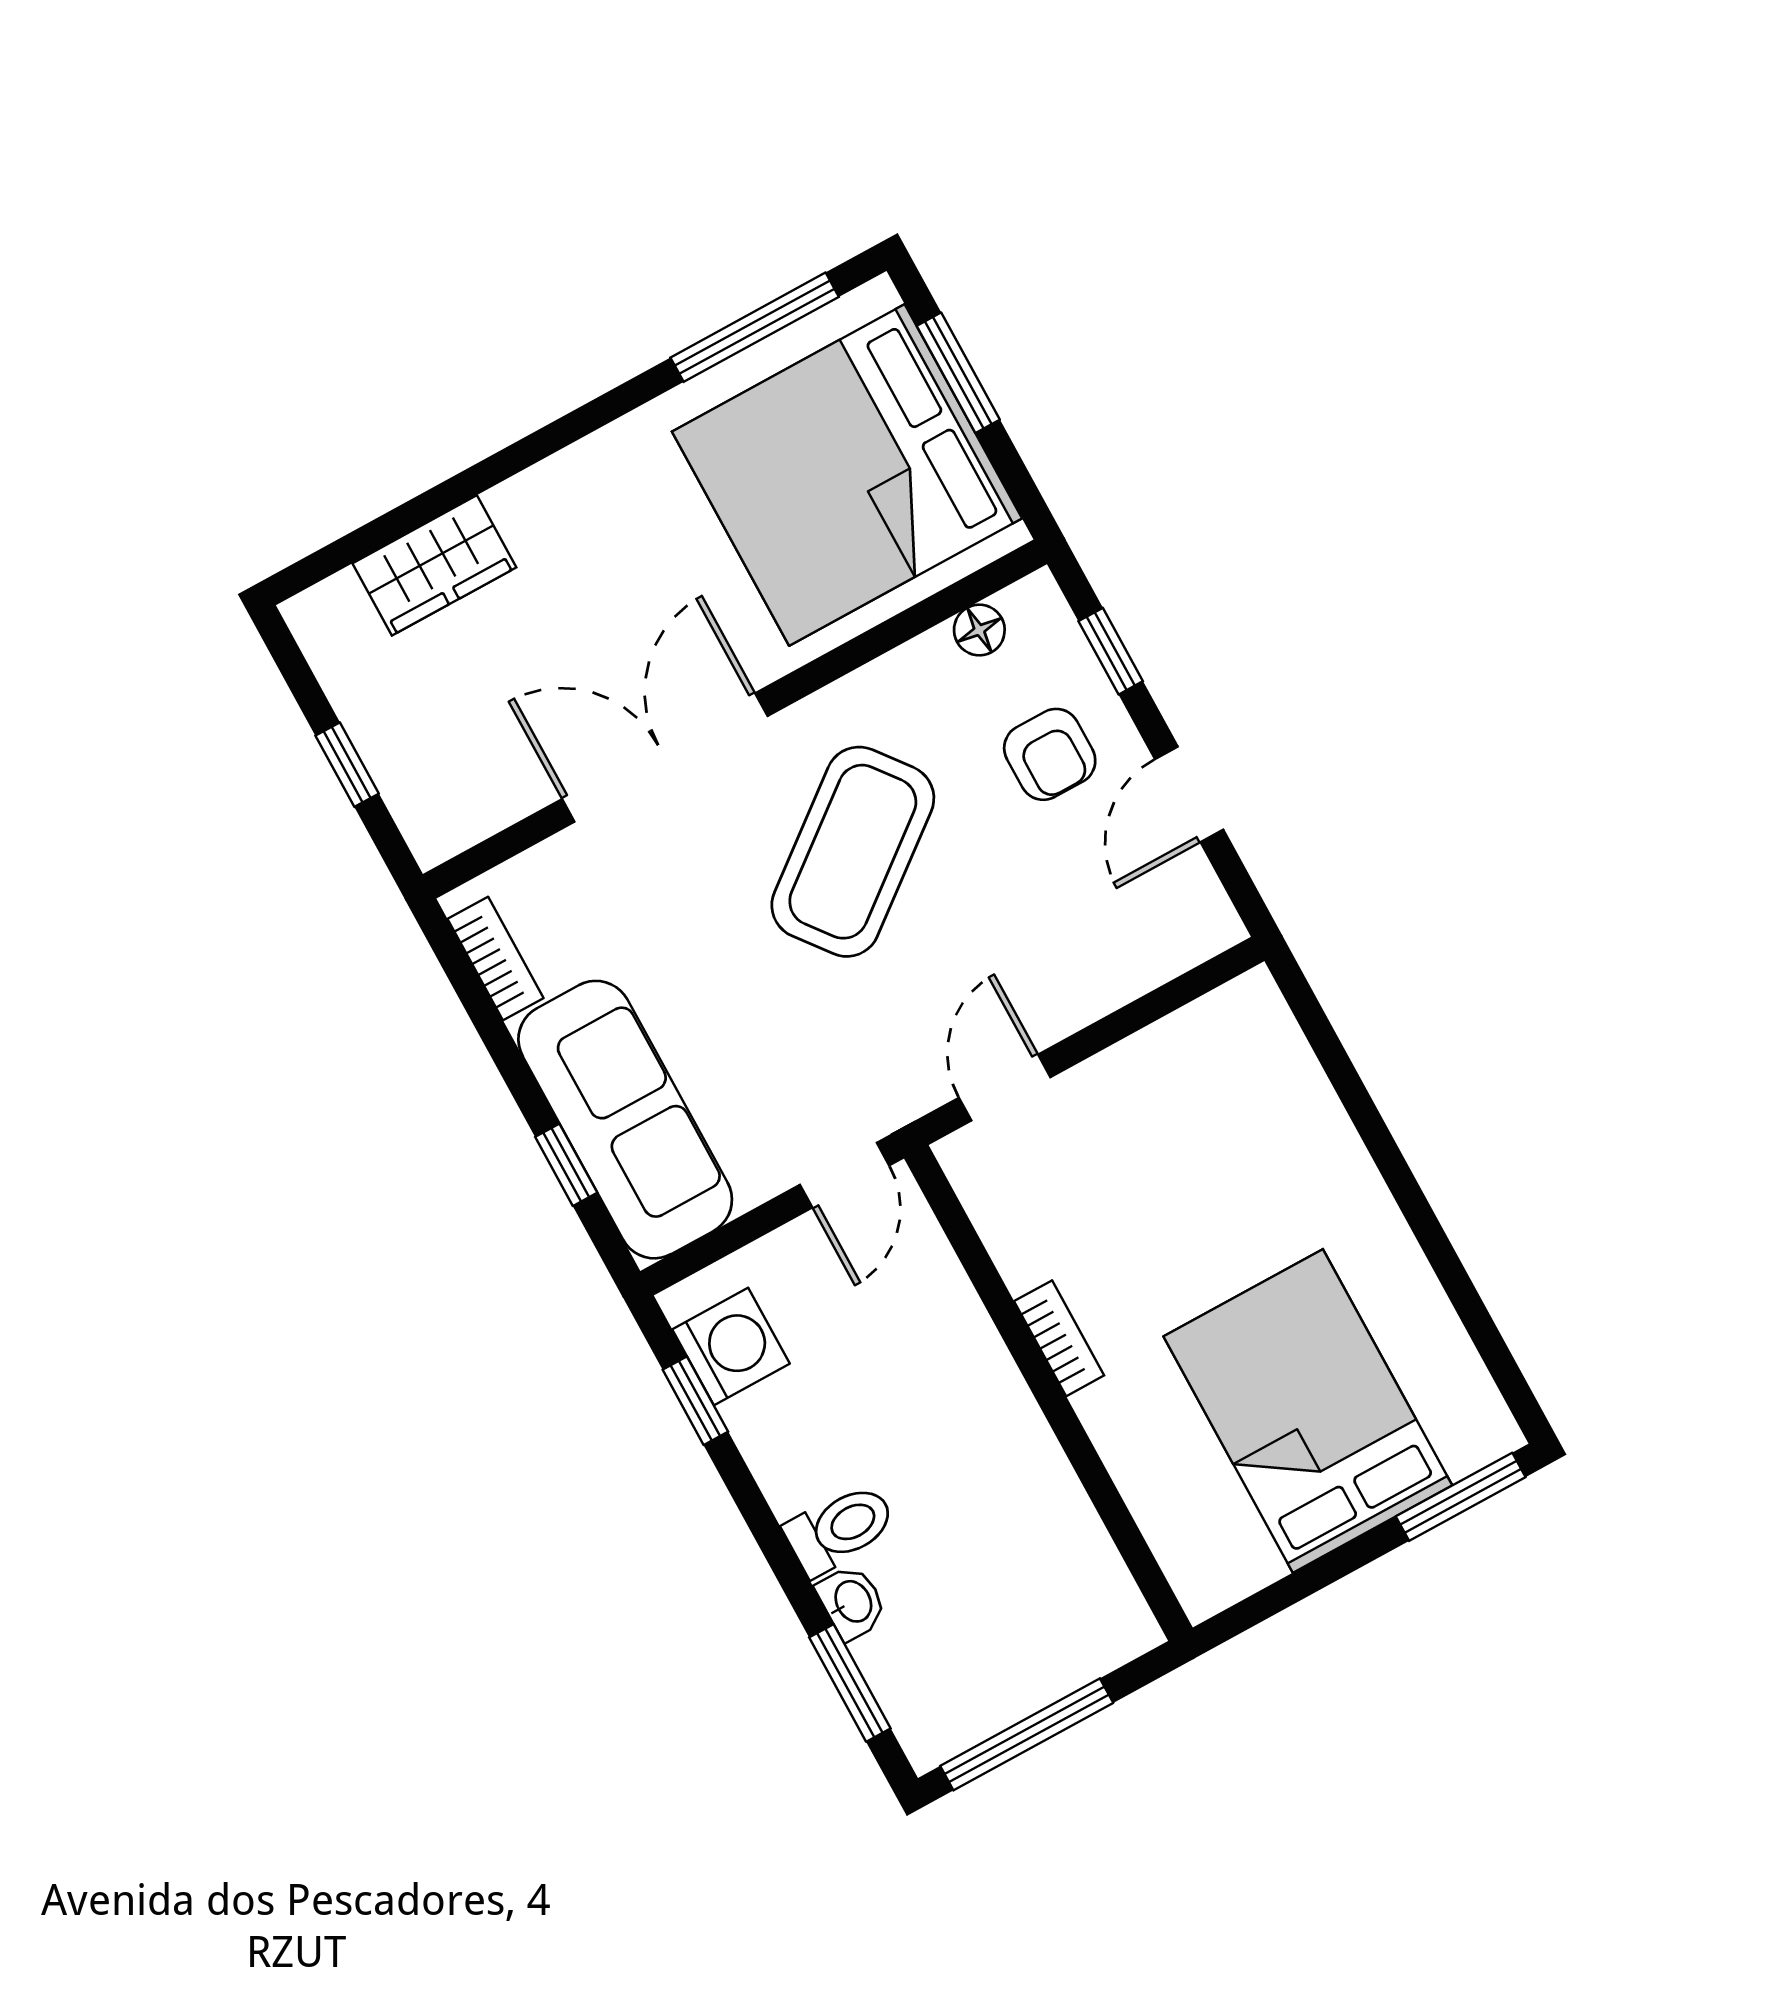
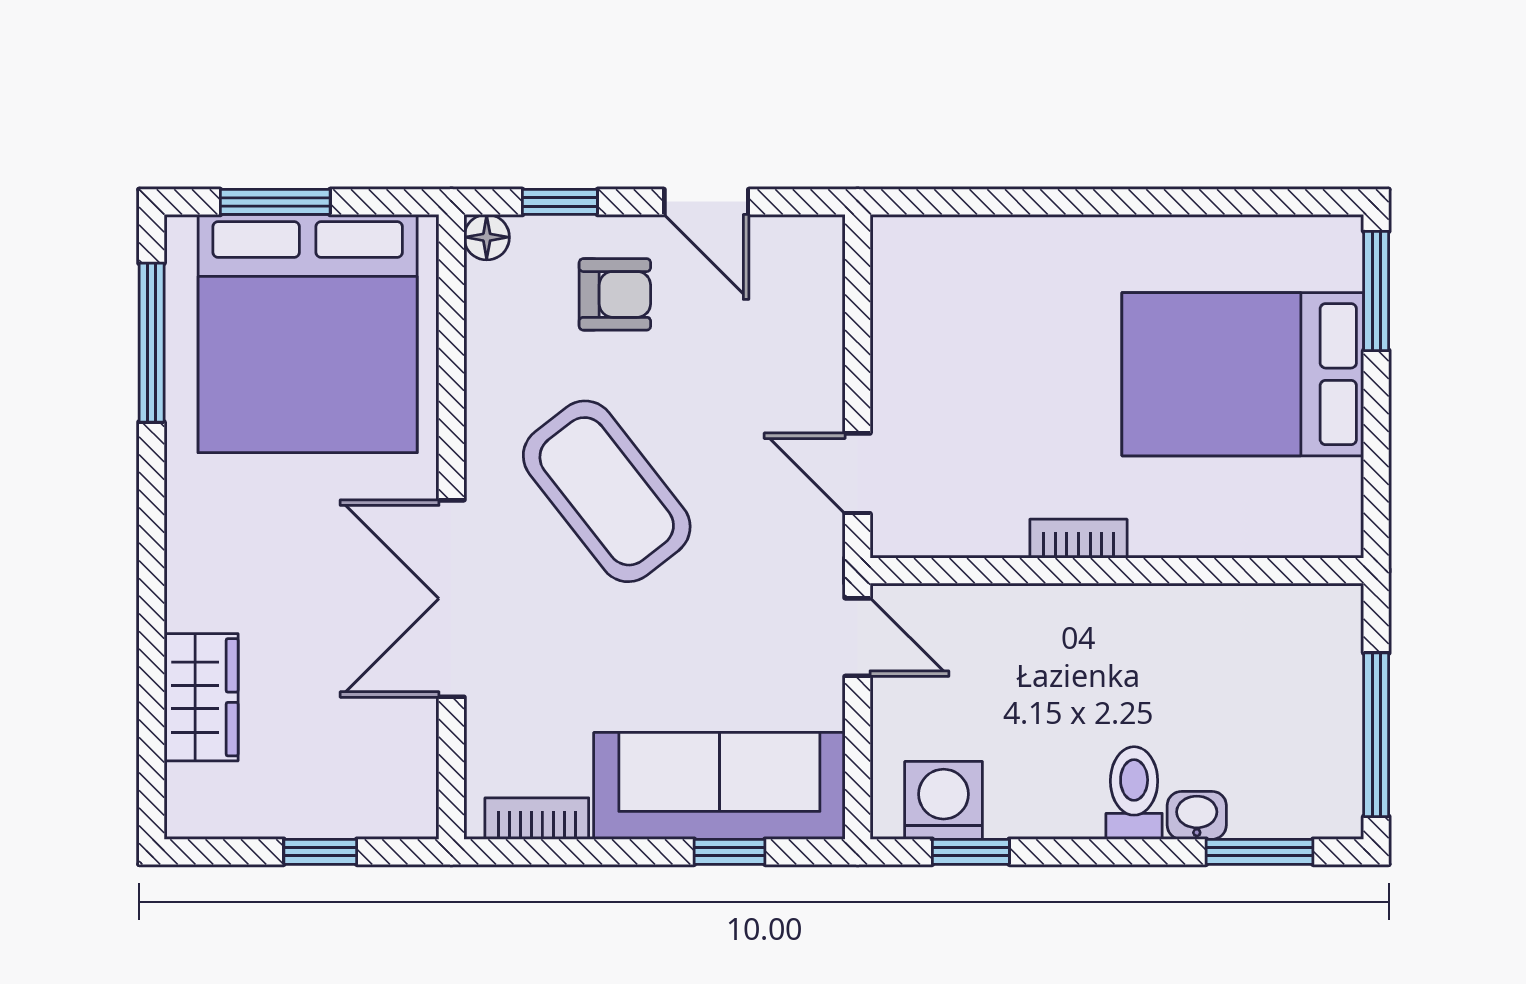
floor lamp: (979, 630) -> (487, 237), moved

